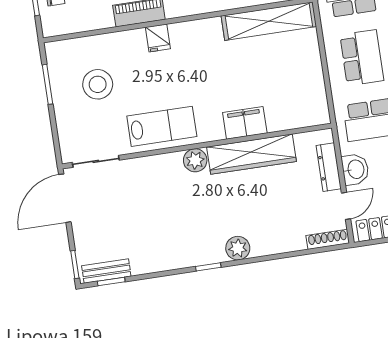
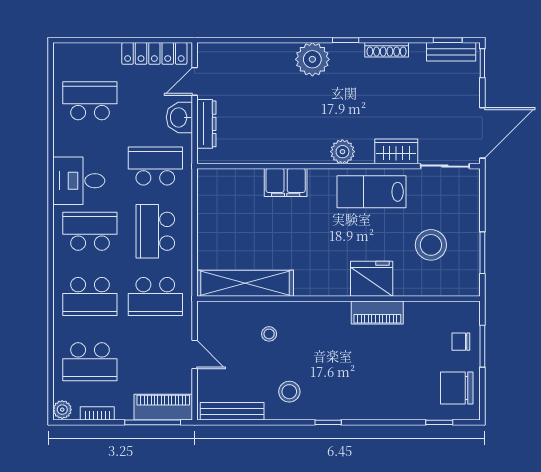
fridge: (158, 38) -> (372, 279), width x1.88, depth x1.34
wardrobe: (252, 154) -> (396, 151), moved, width x0.48, depth x0.85
shoe rack: (328, 239) -> (387, 50), moved
plant: (238, 248) -> (312, 59), width x1.36, depth x1.36

